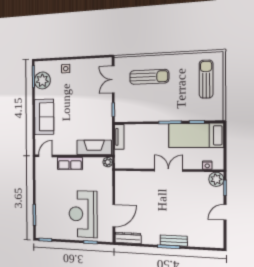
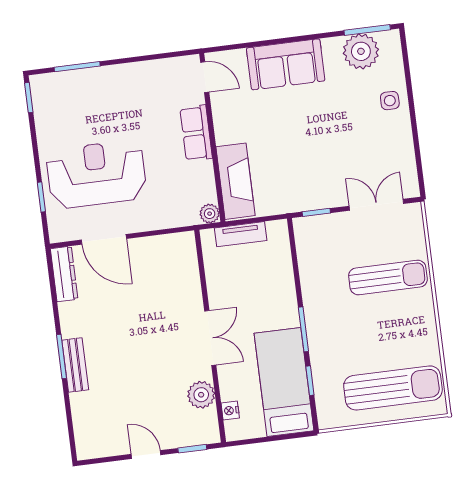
sun lounger: (149, 77) -> (388, 277), turned -90
sun lounger: (206, 79) -> (393, 388), width x1.36, depth x1.34
tv unit: (119, 137) -> (241, 234), moved
plant: (216, 179) -> (201, 395), moved

